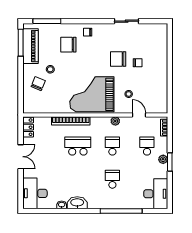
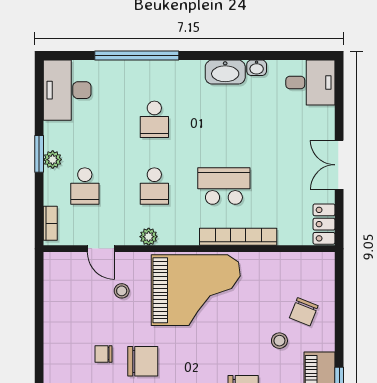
school desk: (78, 146) -> (224, 186), turned 180
desk: (35, 193) -> (310, 83), width x0.73

